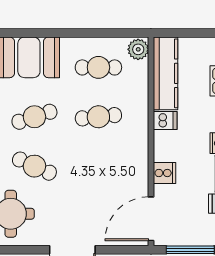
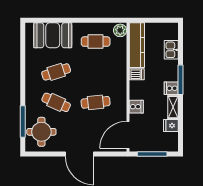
cafe table: (98, 117) -> (96, 102), moved

